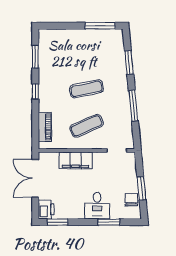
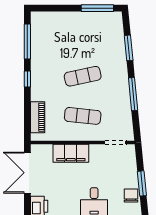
window: (35, 57) -> (27, 42), width x1.44
exercise mat: (87, 126) -> (83, 116), turned 30

